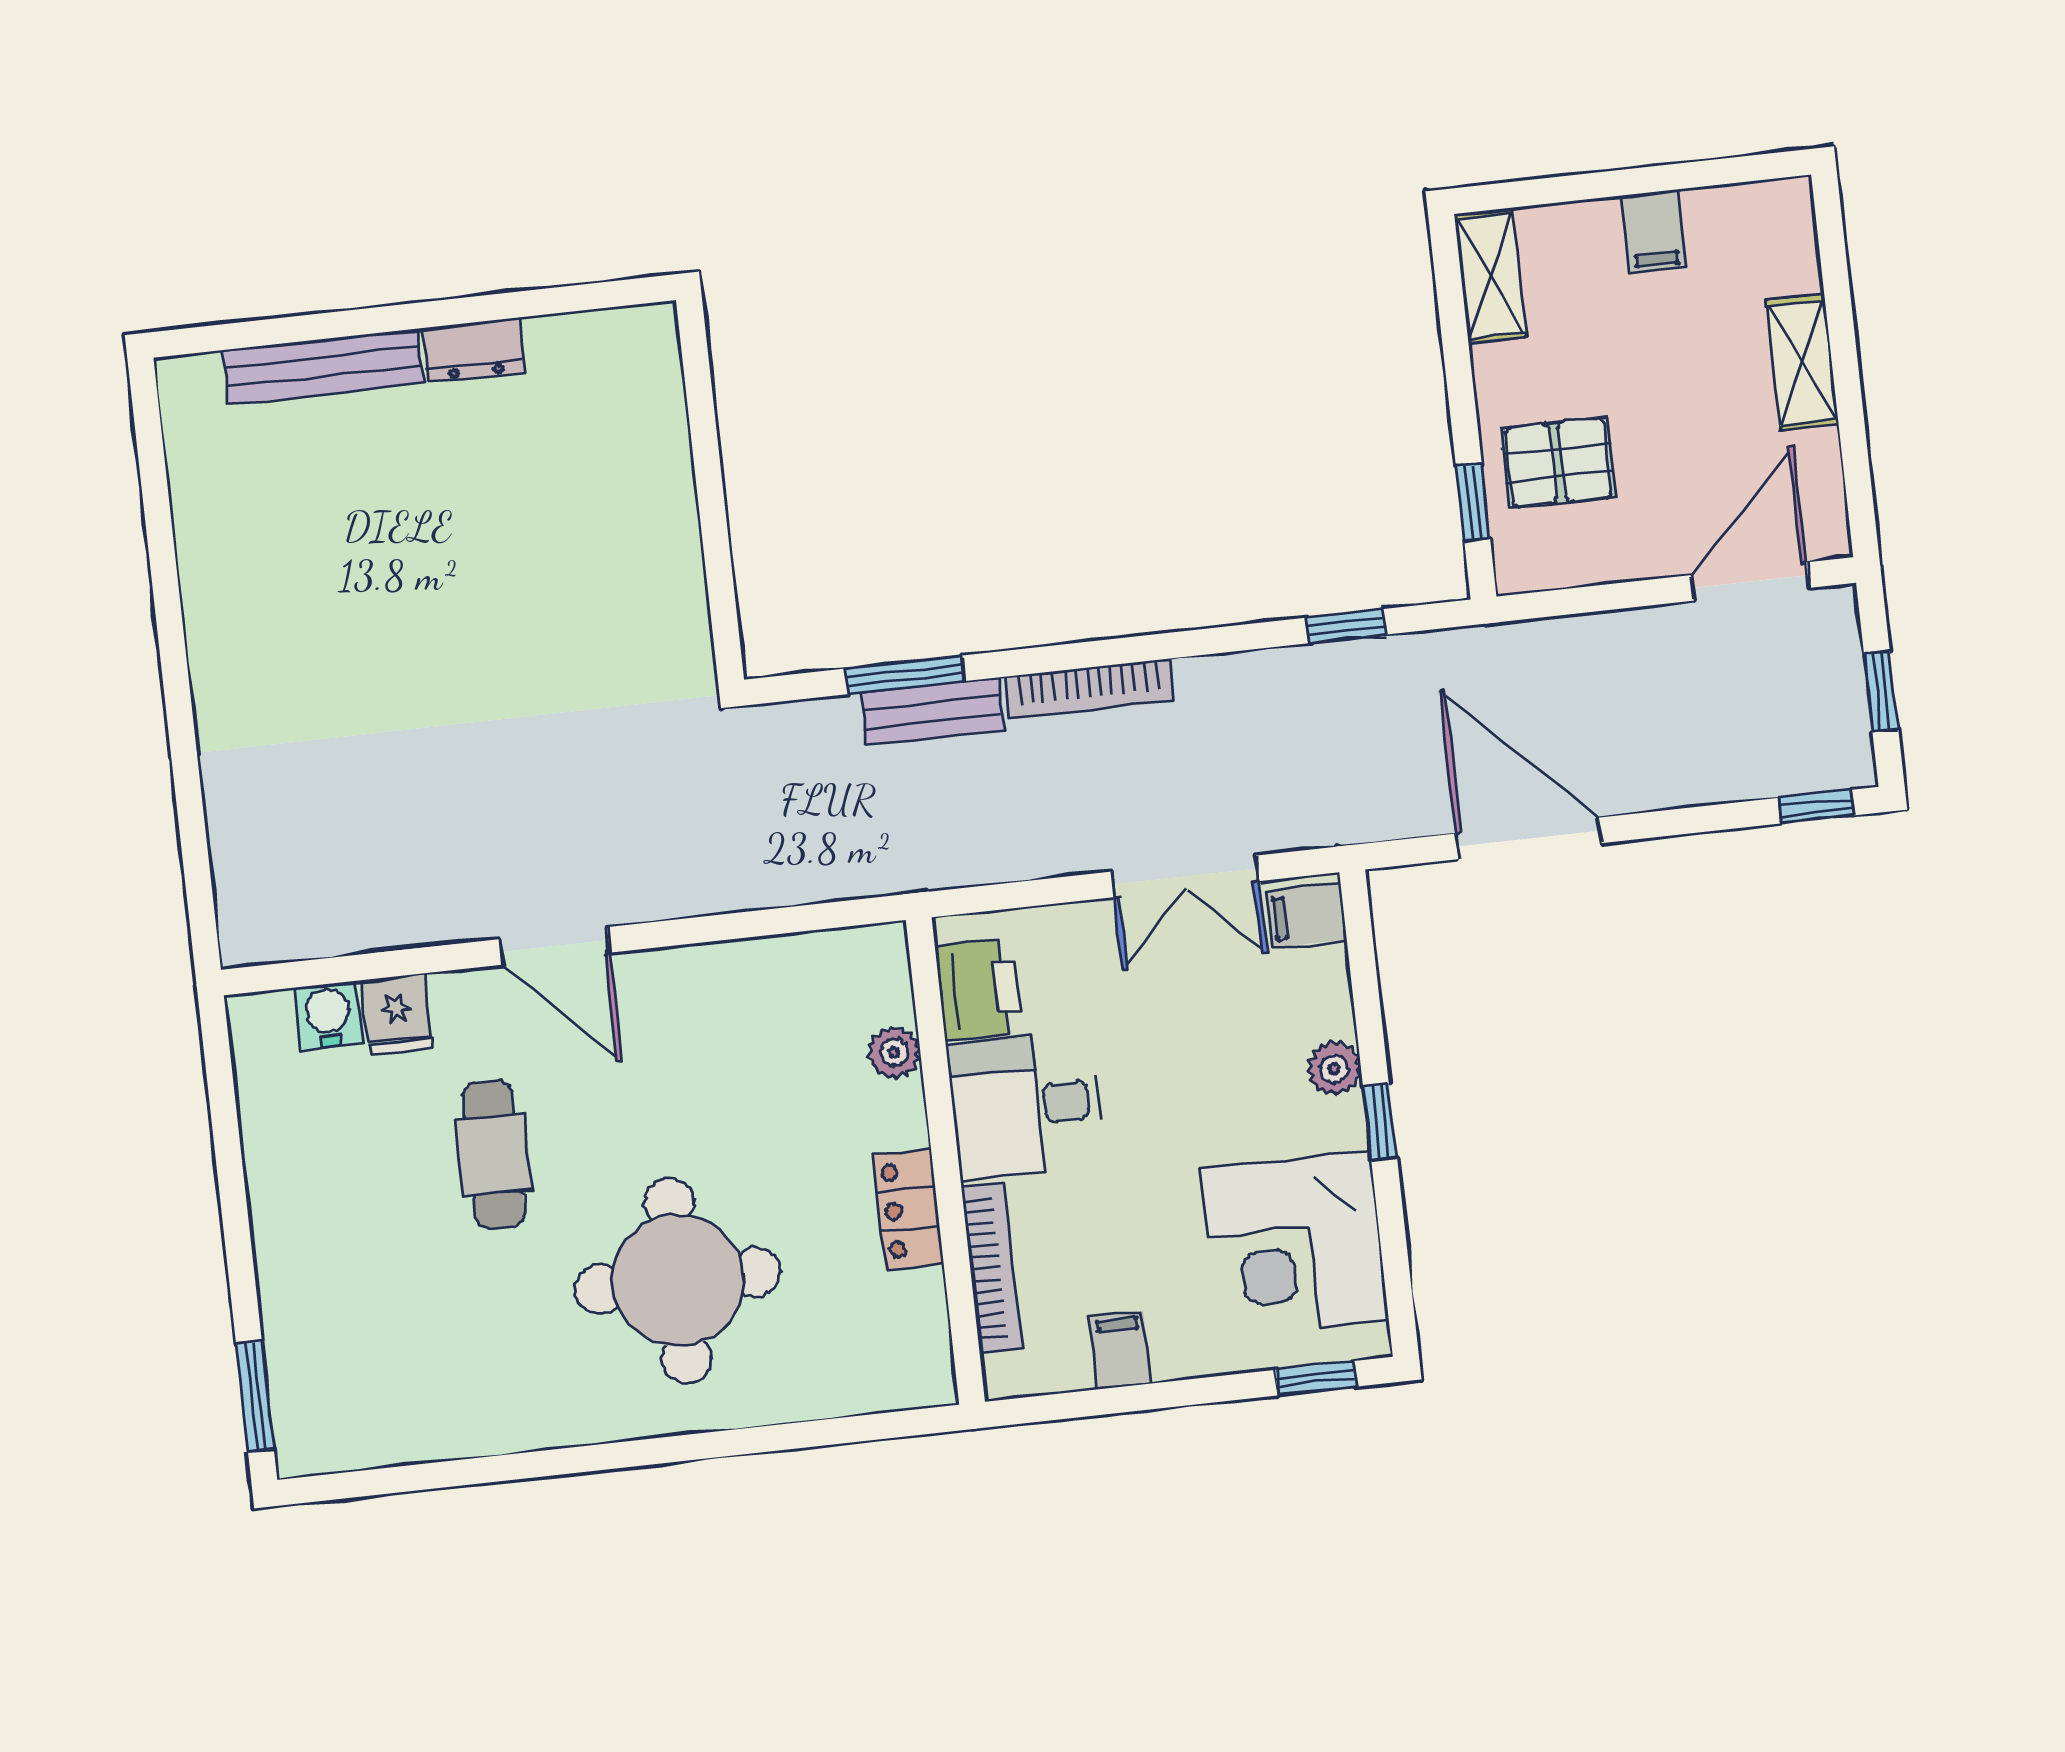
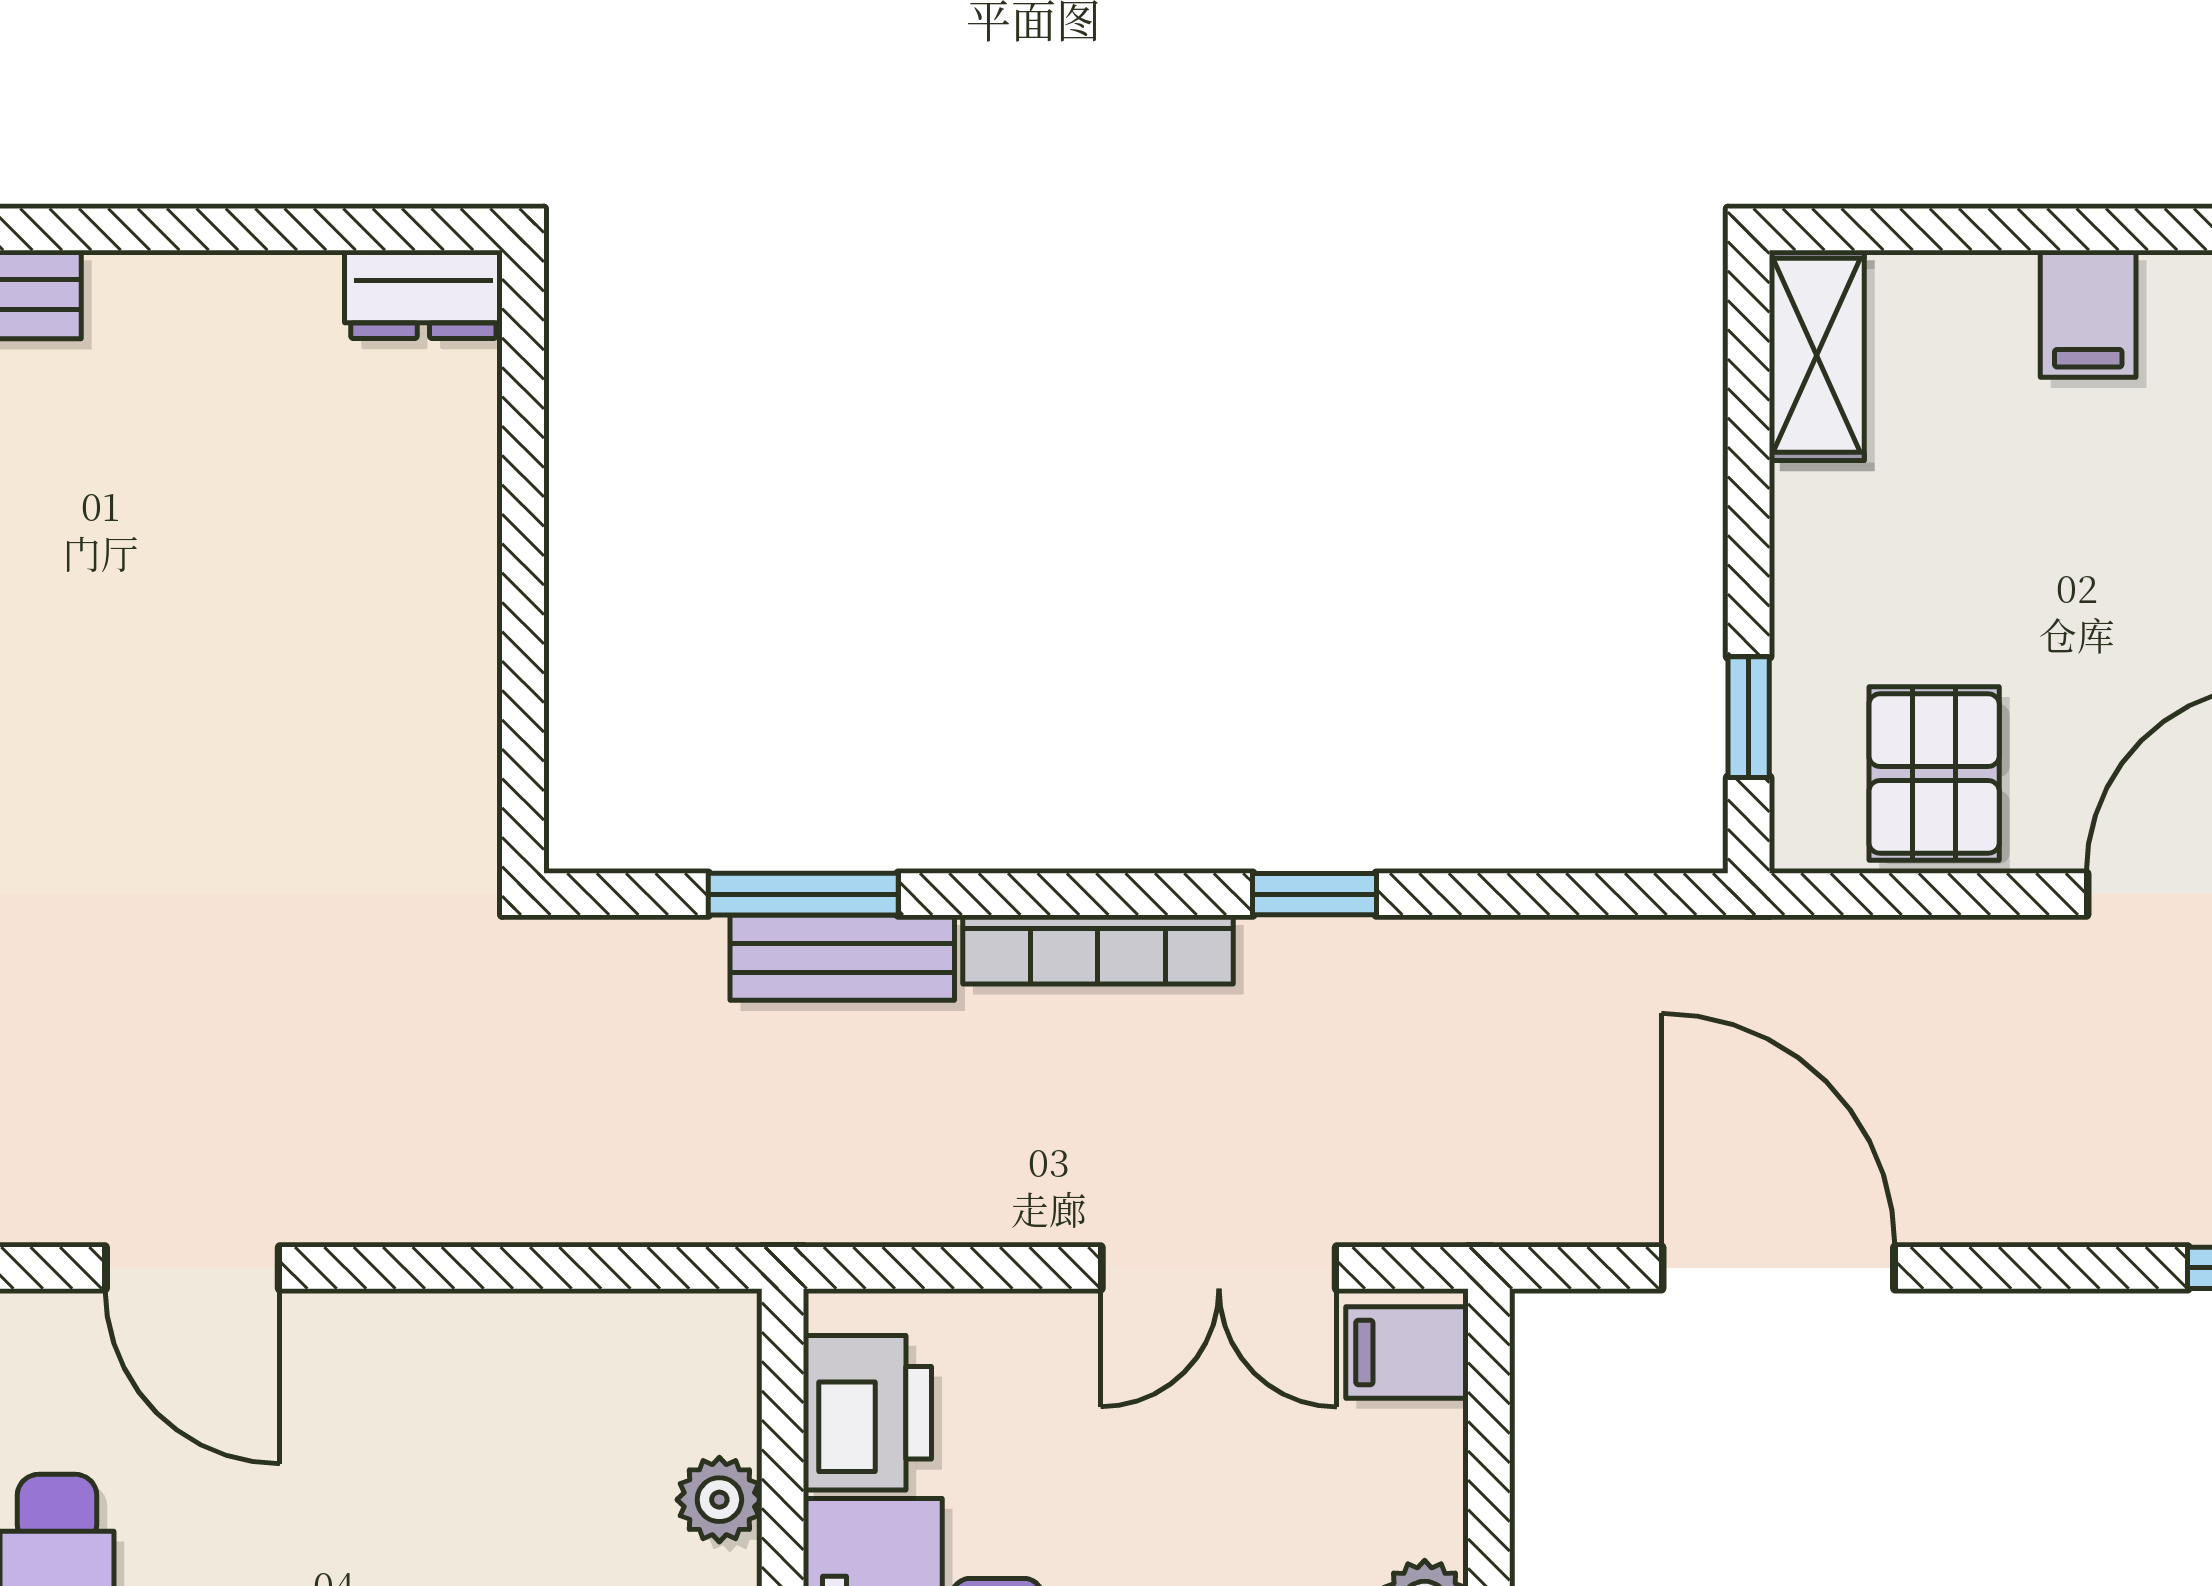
dresser: (474, 350) -> (423, 294), moved
pallet: (1558, 462) -> (1934, 774), moved, turned 90
window: (1346, 626) -> (1315, 894), moved

